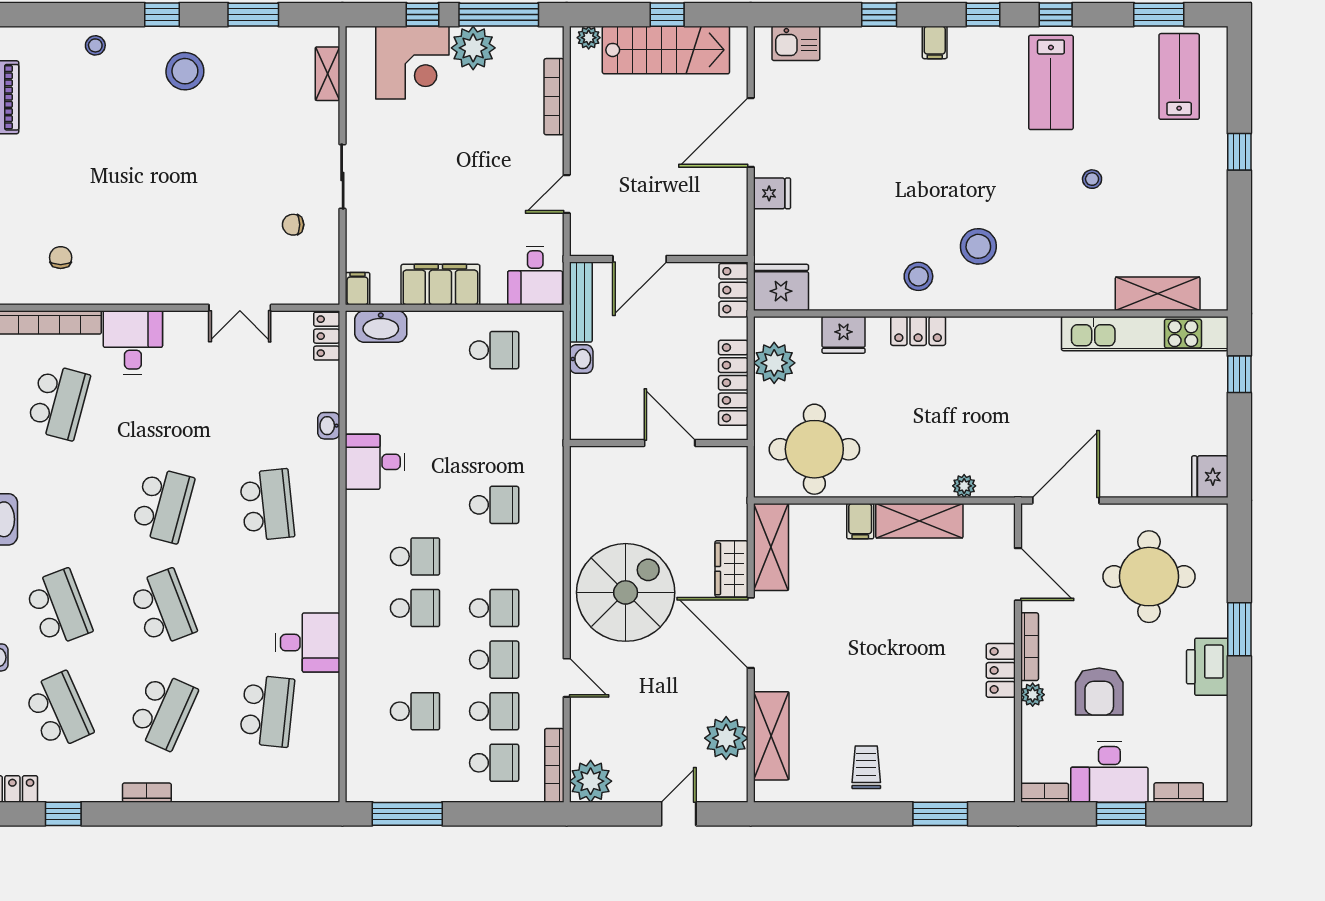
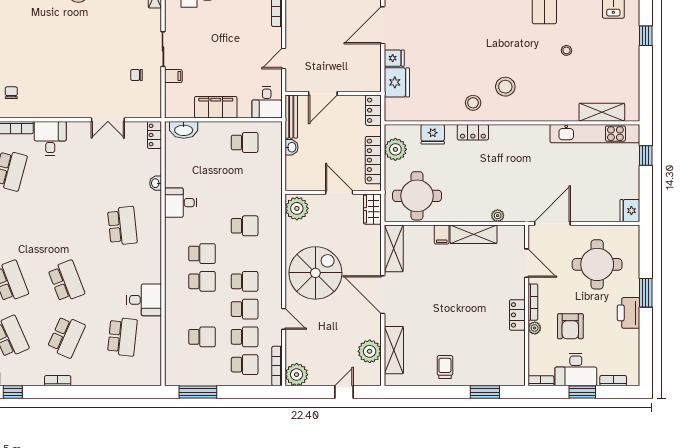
fridge: (781, 287) -> (397, 82), moved, turned 90
filing cabinet: (357, 289) -> (173, 76), moved, turned 90
plant: (591, 473) -> (297, 208), added
school desk: (163, 505) -> (66, 226), removed
wardrobe: (731, 569) -> (372, 209), moved

